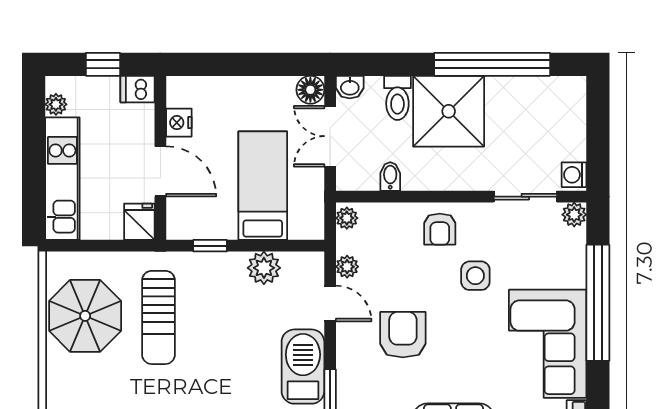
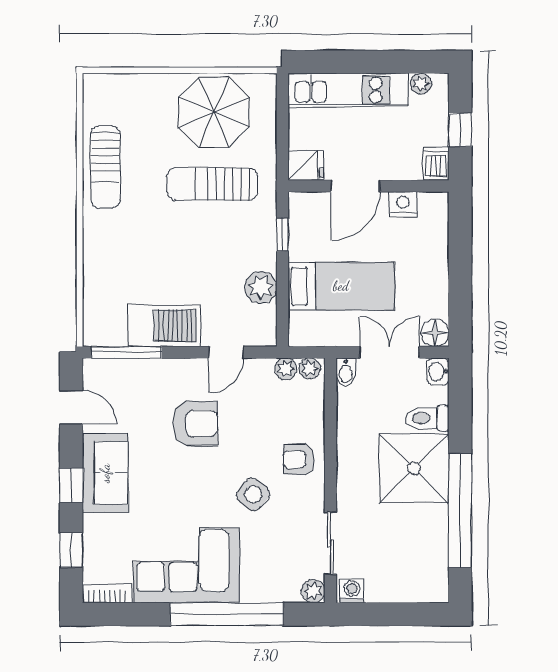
bidet: (390, 177) -> (346, 372), moved, turned 90
plant: (347, 267) -> (286, 369), moved
side table: (475, 276) -> (253, 494), turned 38

